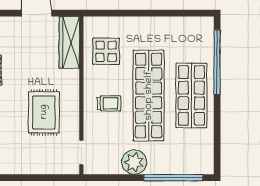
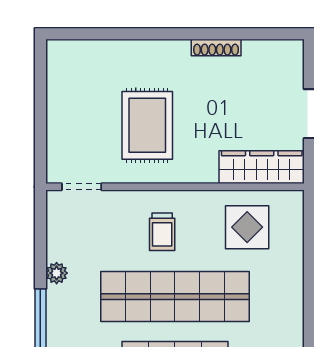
rug: (44, 112) -> (147, 125), turned 90
plant: (134, 162) -> (57, 273), width x0.53, depth x0.53

